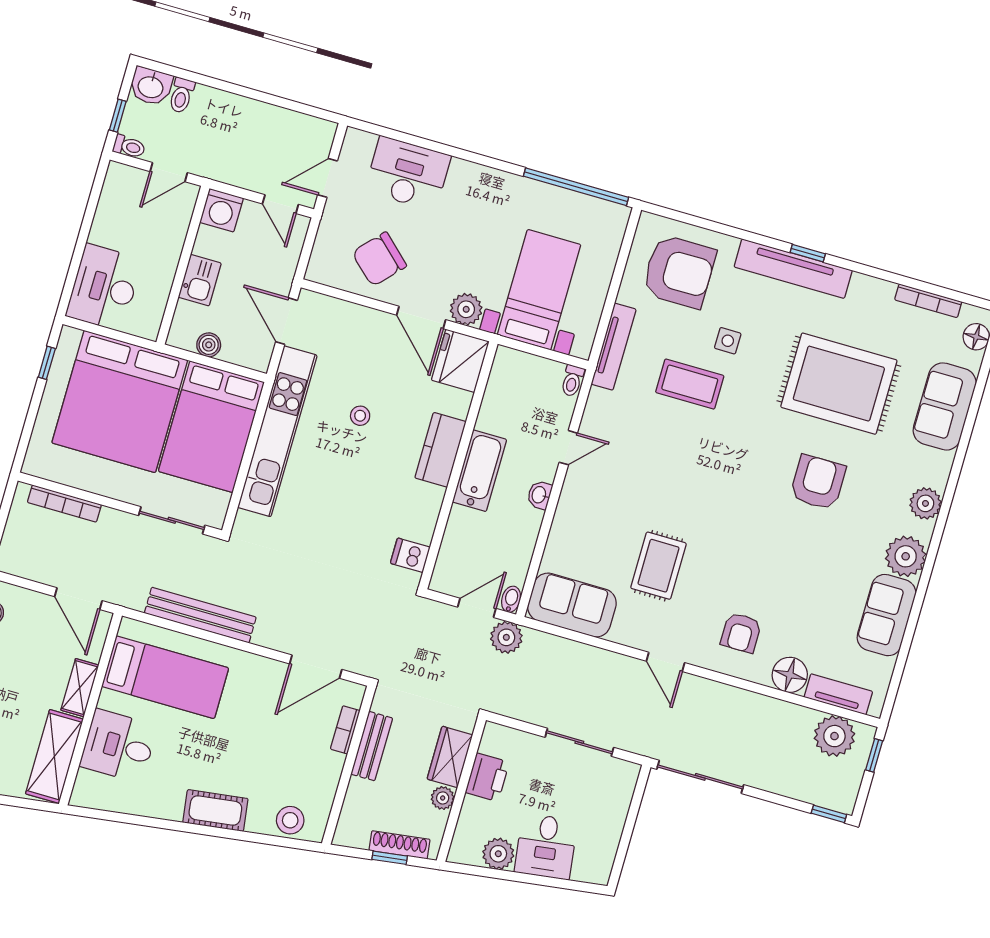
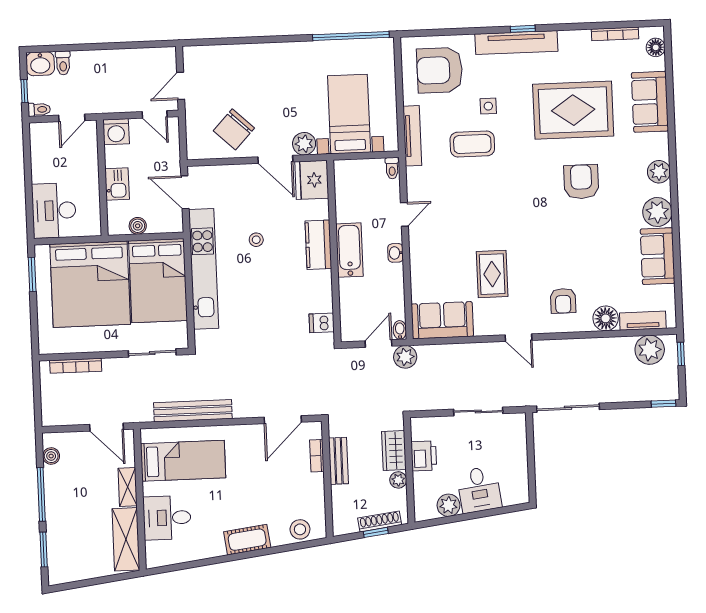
desk: (408, 173) -> (234, 65), removed
armchair: (679, 271) -> (440, 70), turned 180
window: (47, 363) -> (32, 274), width x1.50

